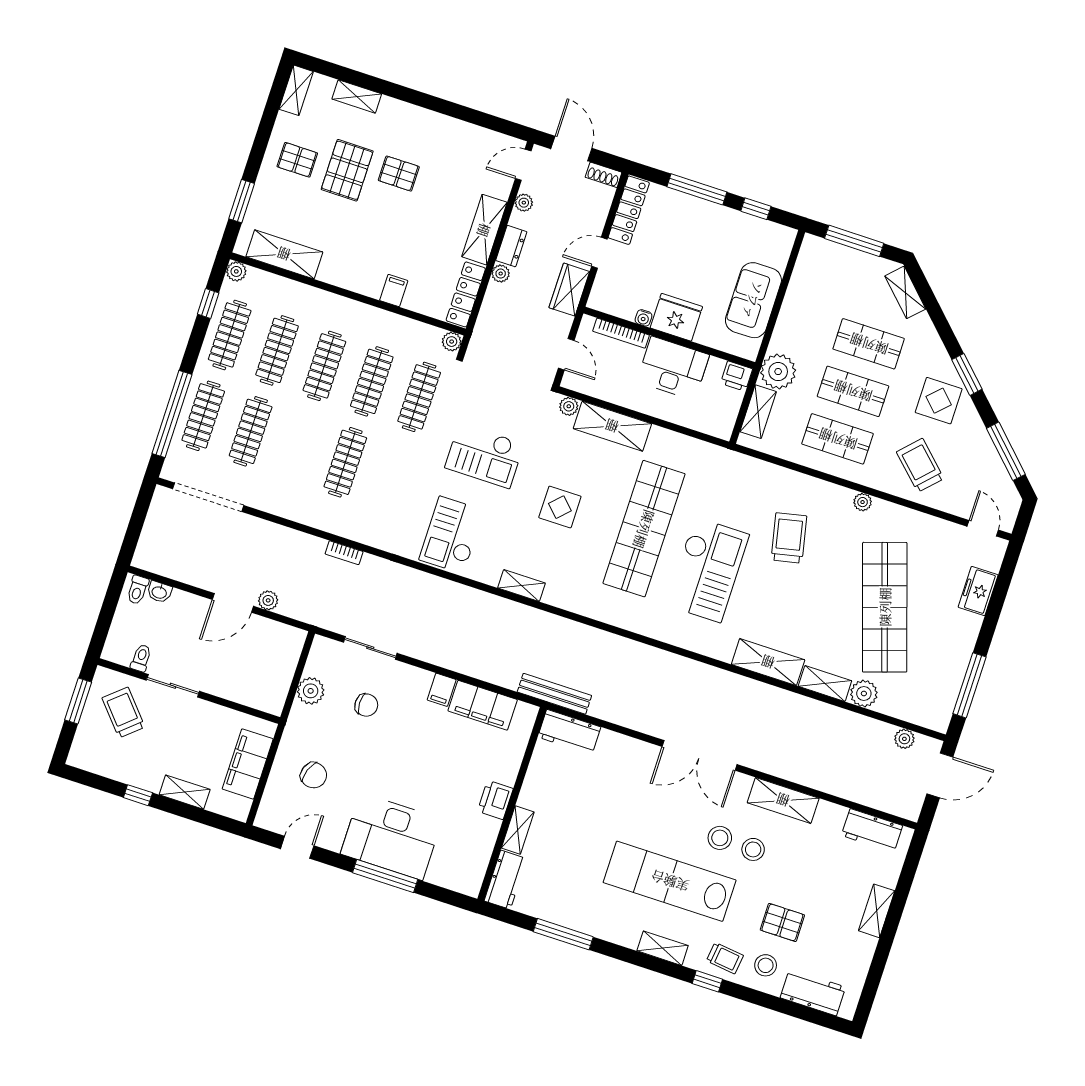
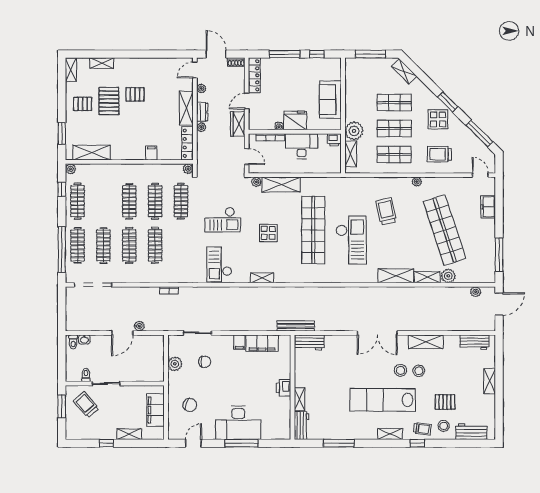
clothes rail: (277, 350) -> (129, 245), moved
trolley: (920, 465) -> (439, 154), turned -44

